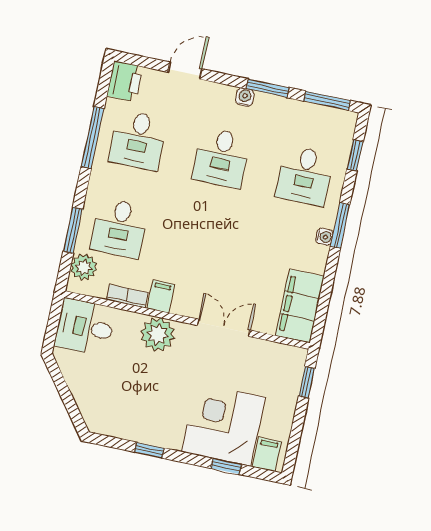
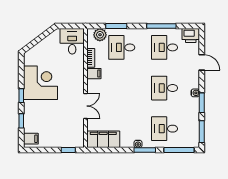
window: (355, 155) -> (179, 150), width x2.17
plant: (158, 334) -> (76, 76), removed
corner desk: (223, 425) -> (40, 83), moved
window: (149, 450) -> (21, 96), moved

